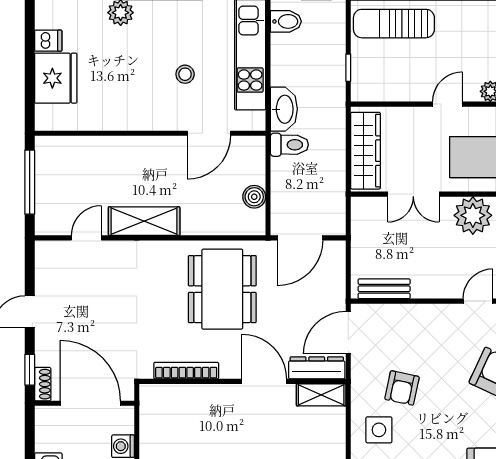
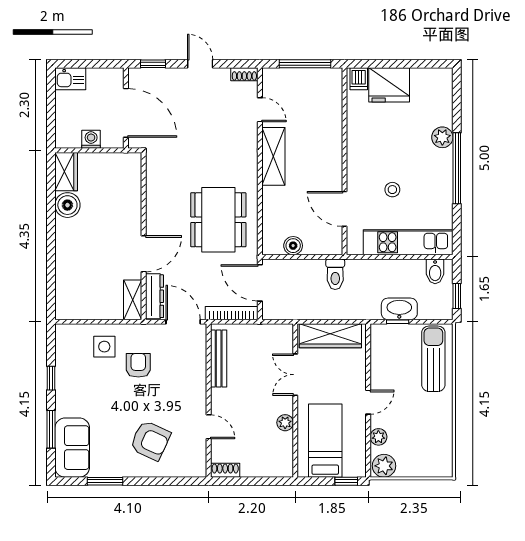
dishwasher: (48, 41) -> (359, 79), moved
door: (447, 104) -> (368, 402), hinge flipped
washbasin: (284, 109) -> (399, 309), moved, turned 180
plant: (473, 215) -> (285, 423), width x0.53, depth x0.53
dining table: (222, 289) -> (218, 220), turned 90
bench: (384, 289) -> (219, 358), width x1.36
bookcase: (186, 371) -> (232, 313), moved, turned -90
shoe rack: (43, 384) -> (244, 74), moved
armchair: (402, 388) -> (138, 365), turned 78
door: (90, 403) -> (126, 113), hinge flipped

